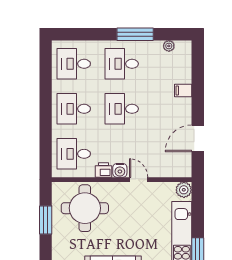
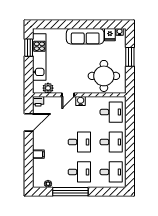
window: (135, 34) -> (70, 192), width x1.46
printer: (104, 170) -> (38, 101), moved
door: (139, 180) -> (68, 95), hinge flipped
plant: (184, 190) -> (48, 88), moved
window: (46, 220) -> (130, 57), moved

